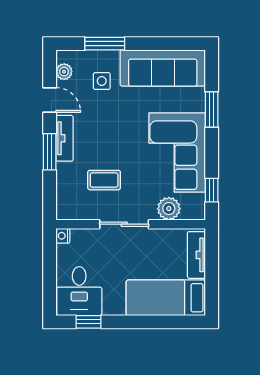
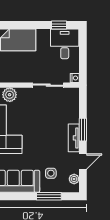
door: (50, 100) -> (83, 162), swing flipped
coffee table: (104, 180) -> (49, 112), removed
sliding door: (124, 224) -> (48, 85), moved

